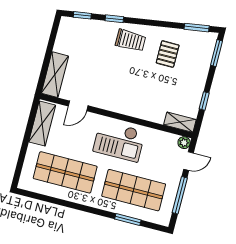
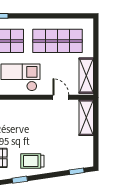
window: (114, 19) -> (20, 180), moved
door: (78, 106) -> (61, 97), hinge flipped

